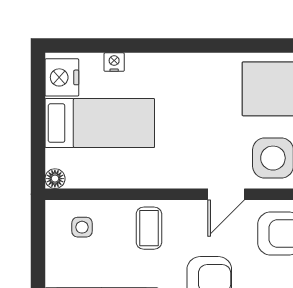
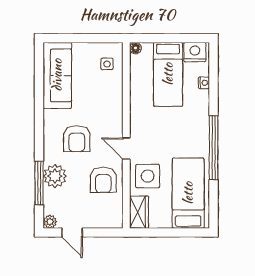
window: (225, 46) -> (214, 148), added
coffee table: (149, 228) -> (106, 103), removed

